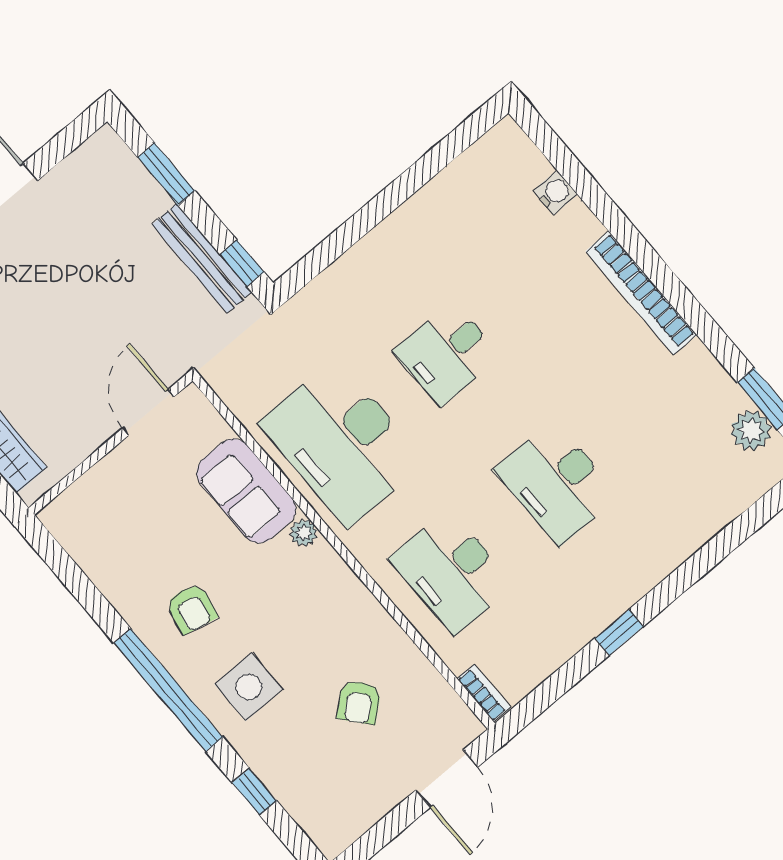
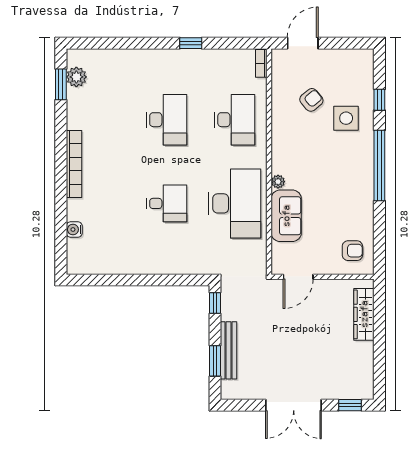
bench: (202, 258) -> (229, 350), moved
armchair: (191, 609) -> (352, 251), moved, turned 78
side table: (249, 687) -> (346, 118), moved

